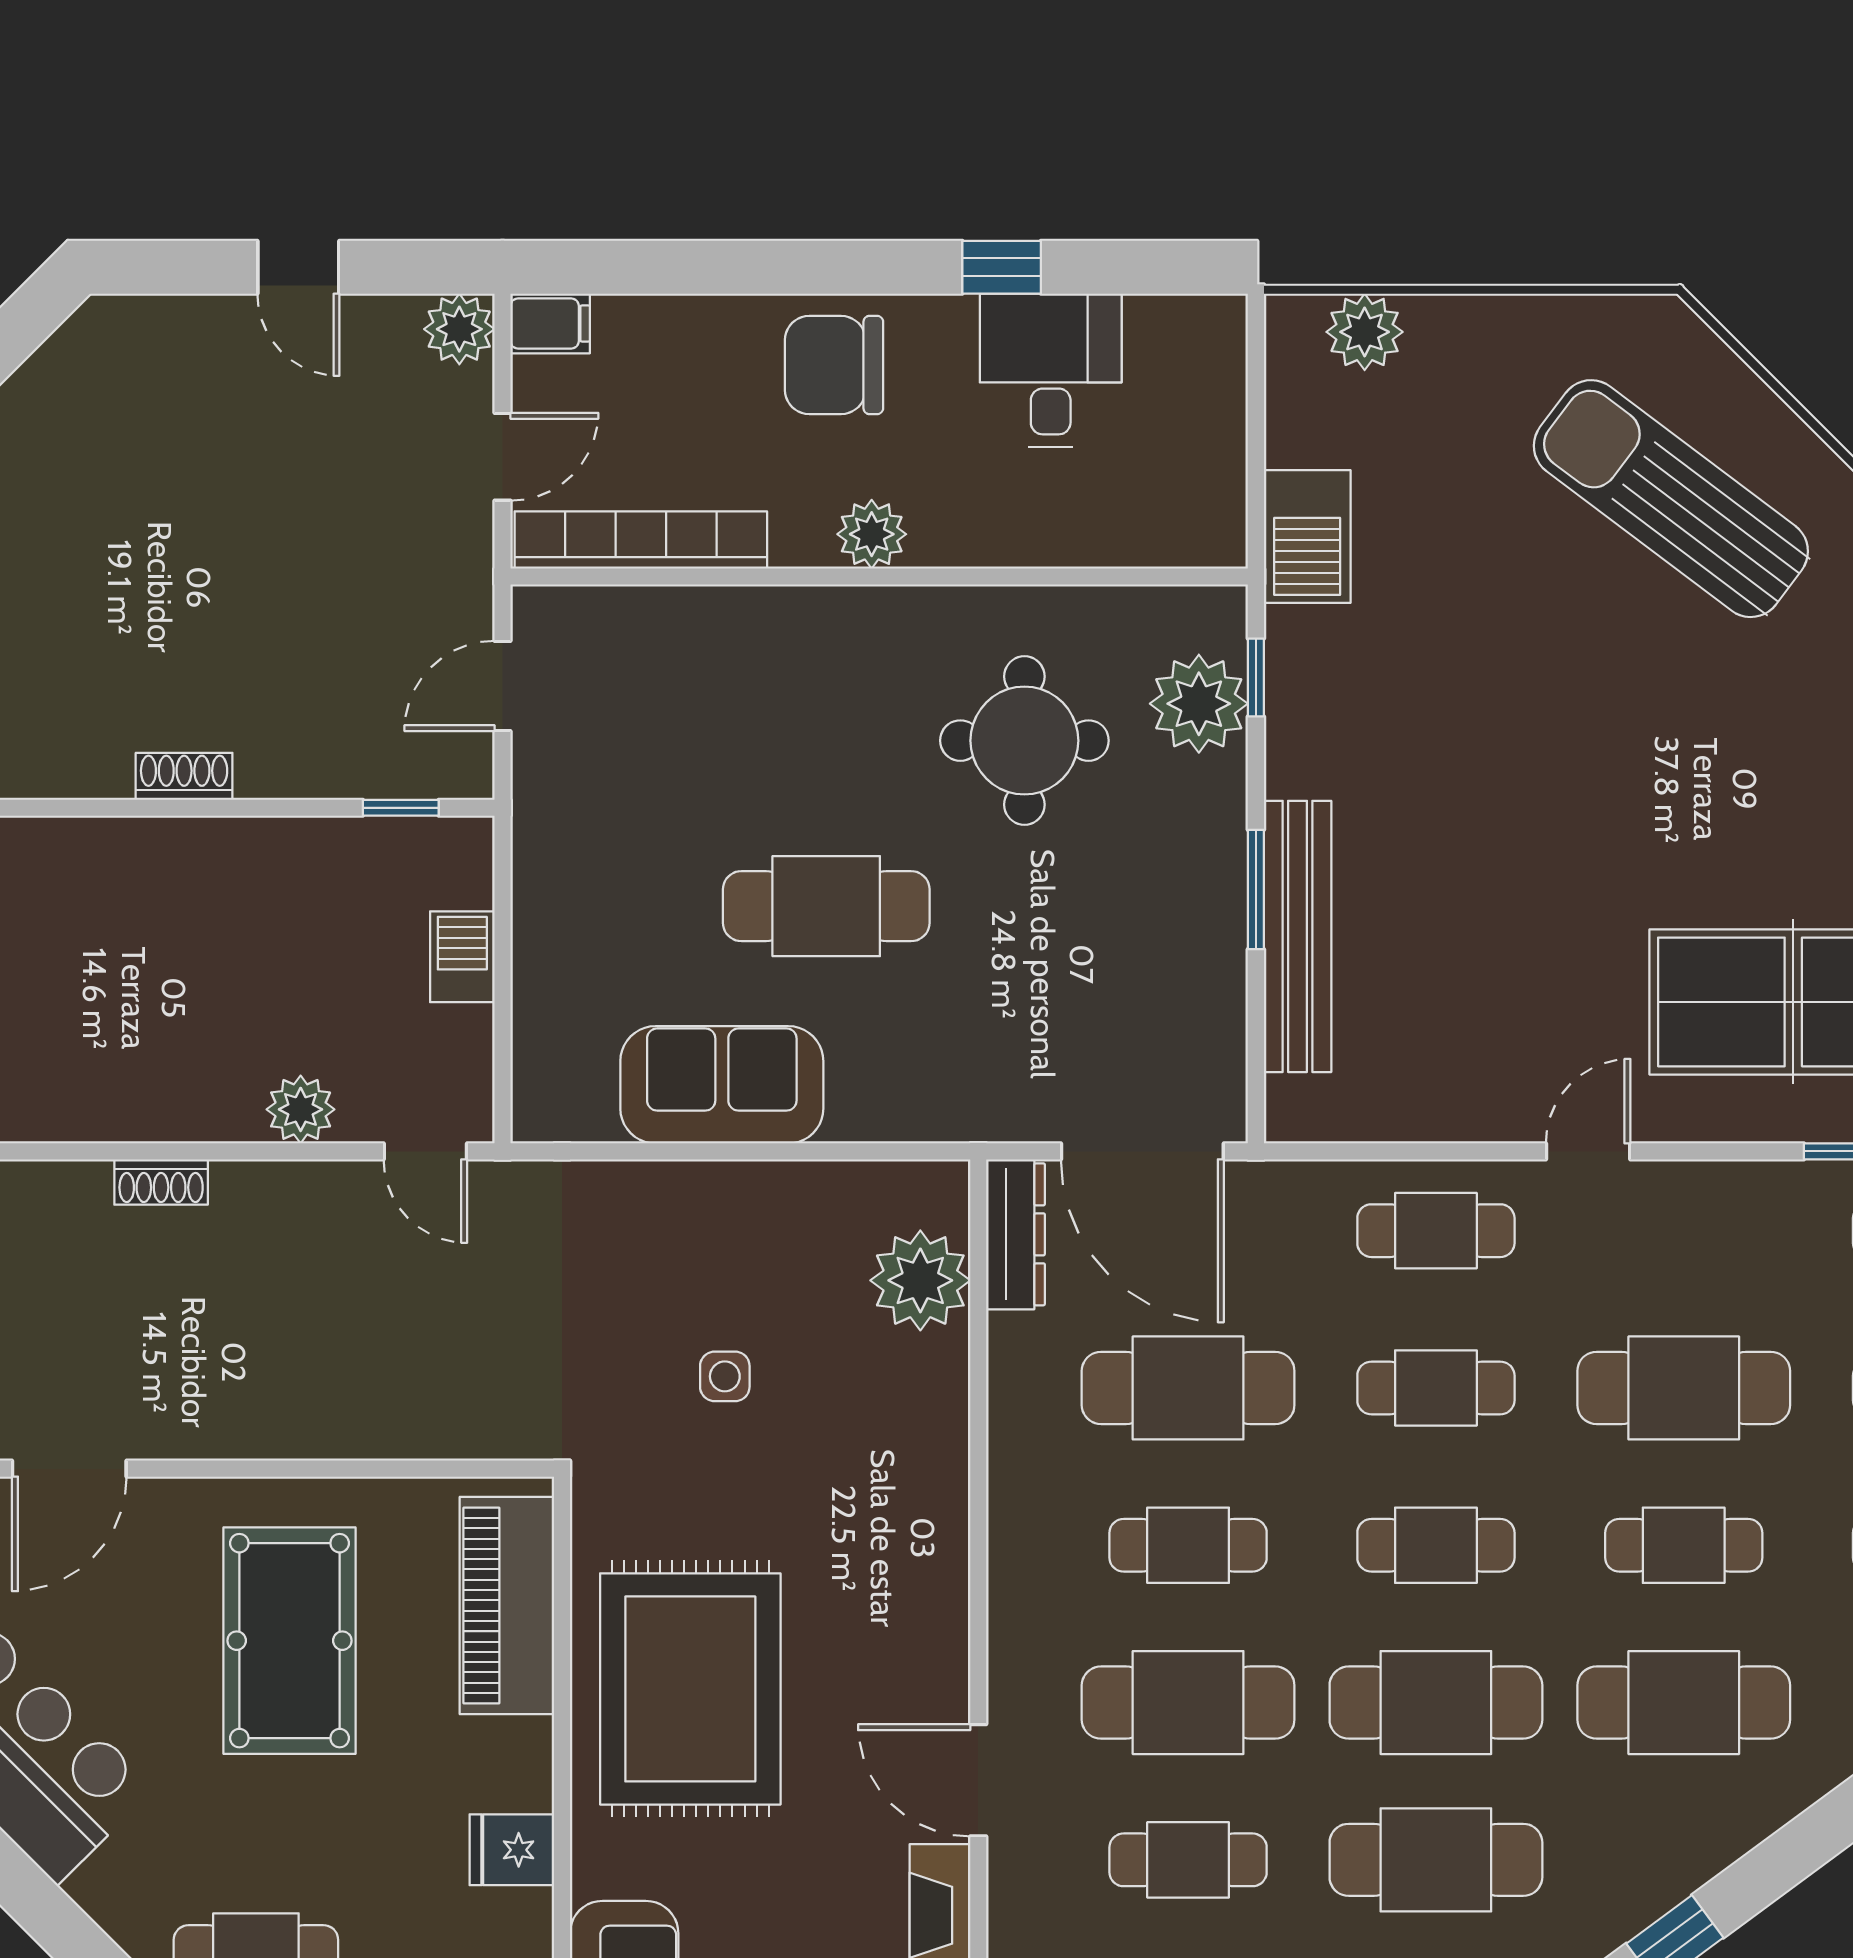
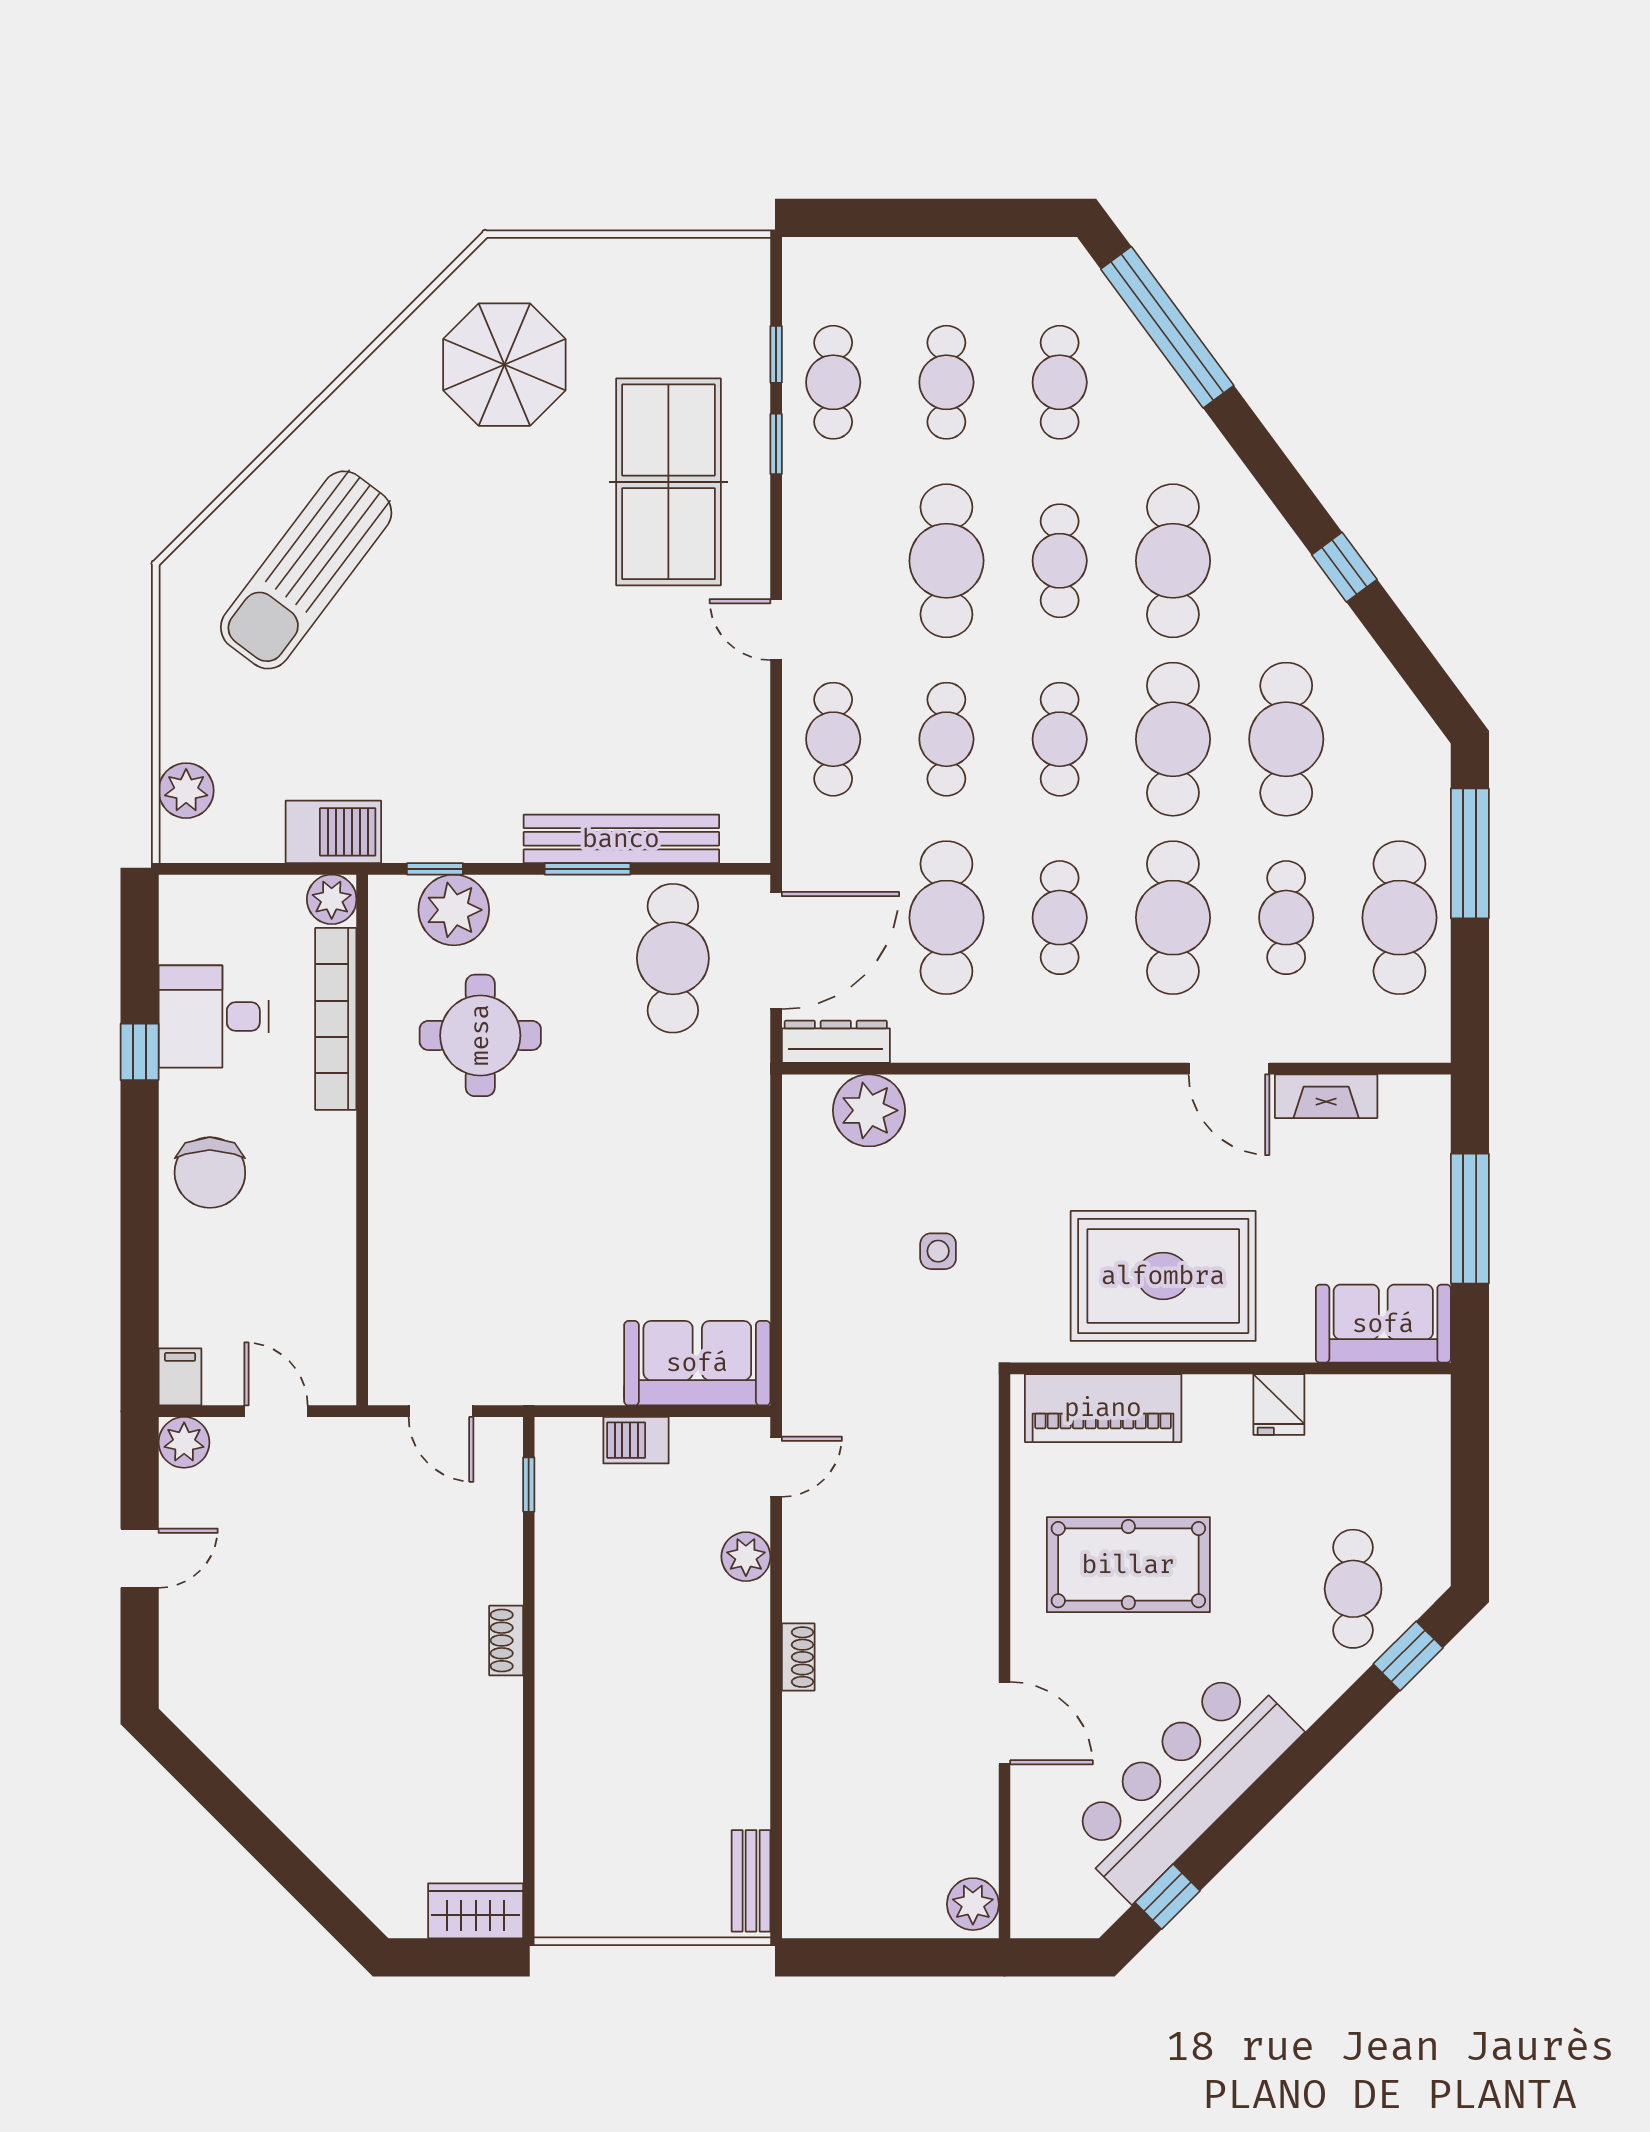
plant: (872, 534) -> (332, 899), moved
bookcase: (641, 540) -> (336, 1019), moved
cafe table: (826, 906) -> (673, 958), moved
sofa: (722, 1085) -> (697, 1363), moved, turned 90
door: (978, 1780) -> (1229, 1069), hinge flipped

